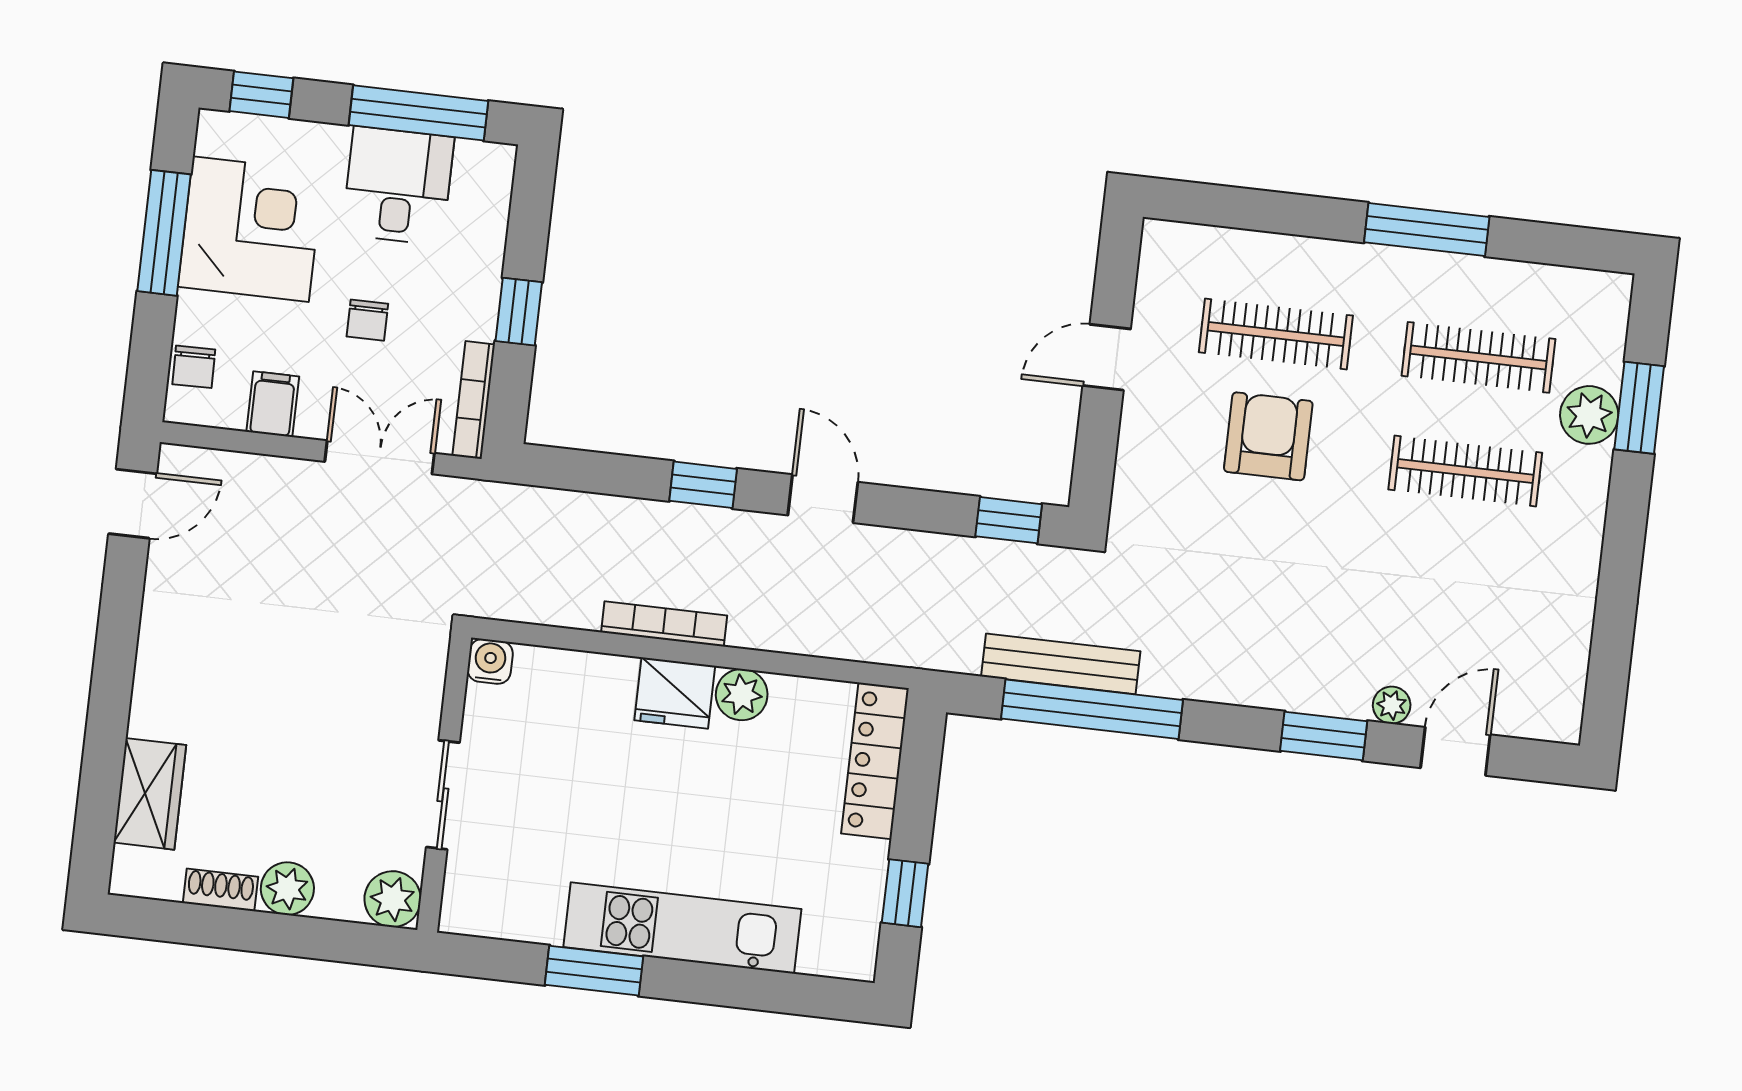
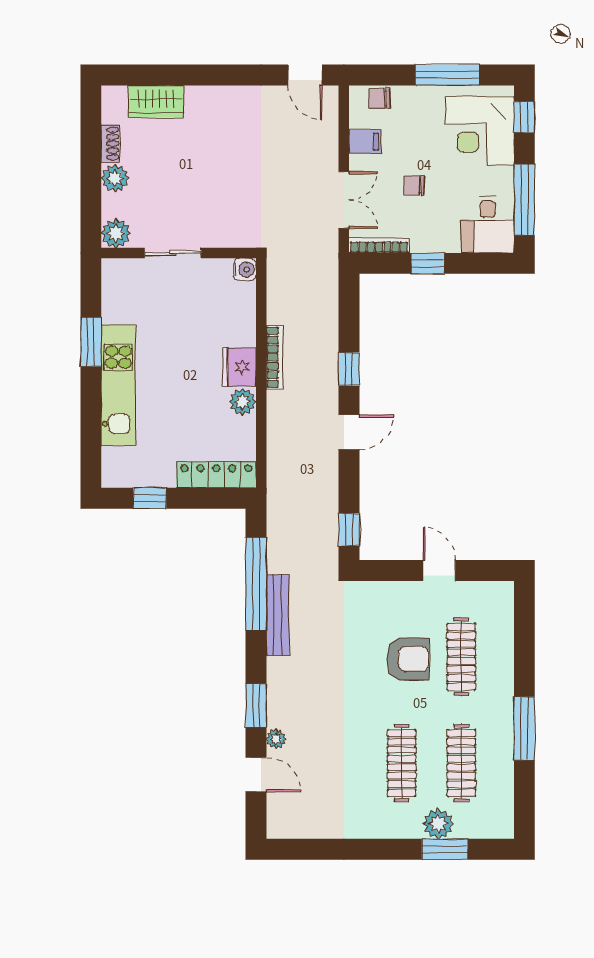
desk: (398, 186) -> (488, 225), moved, turned 90
corner desk: (251, 229) -> (480, 131), moved, turned 90
bench: (1061, 664) -> (278, 615), moved

